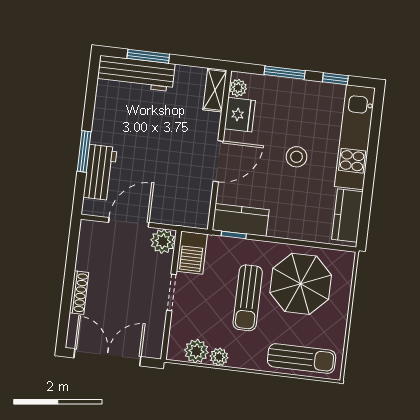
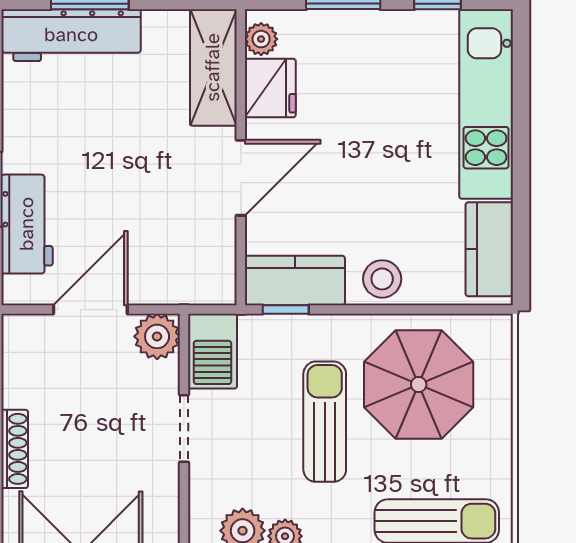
shelving: (215, 90) -> (213, 67), width x1.50, depth x1.33
stool: (297, 157) -> (382, 279), moved
sun lounger: (248, 298) -> (325, 422), turned 180

